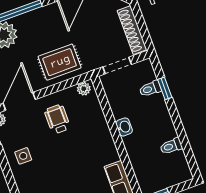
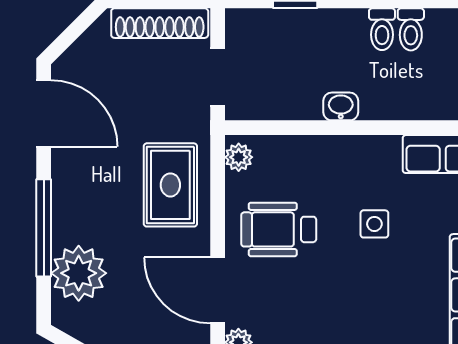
toilet: (150, 89) -> (382, 29), moved
wheelchair: (57, 119) -> (279, 229), width x1.36, depth x1.37
side table: (23, 156) -> (374, 224), moved

